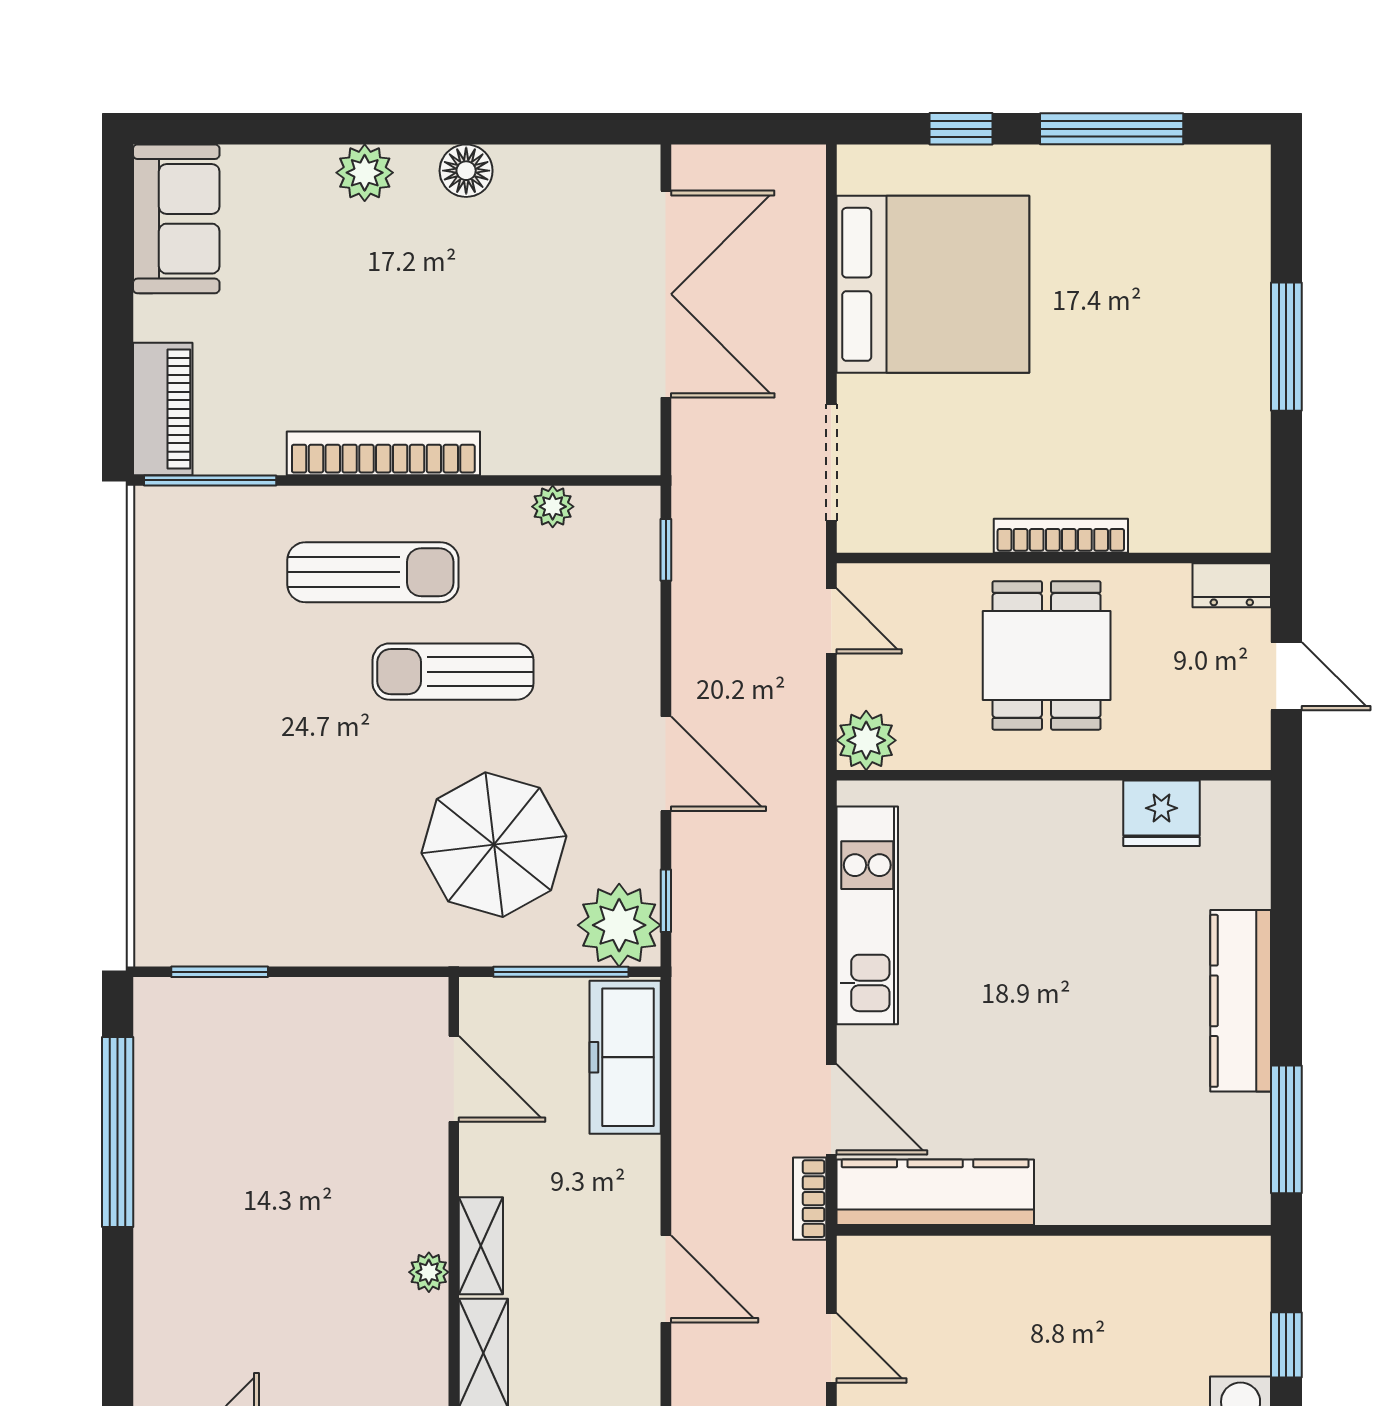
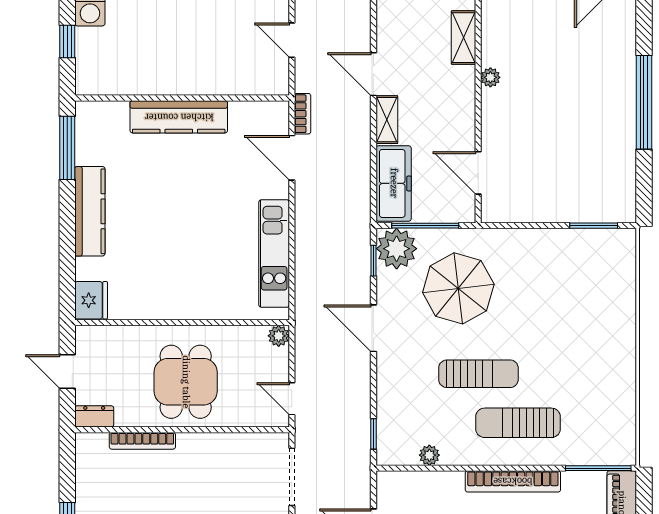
bookcase: (1061, 536) -> (142, 441), moved
plant: (866, 740) -> (279, 336), width x0.73, depth x0.73
fridge: (1161, 813) -> (91, 300), moved, turned 90
window: (118, 1132) -> (644, 102), moved
kitchen counter: (935, 1192) -> (179, 117), moved
shelving: (481, 1246) -> (387, 120), moved

